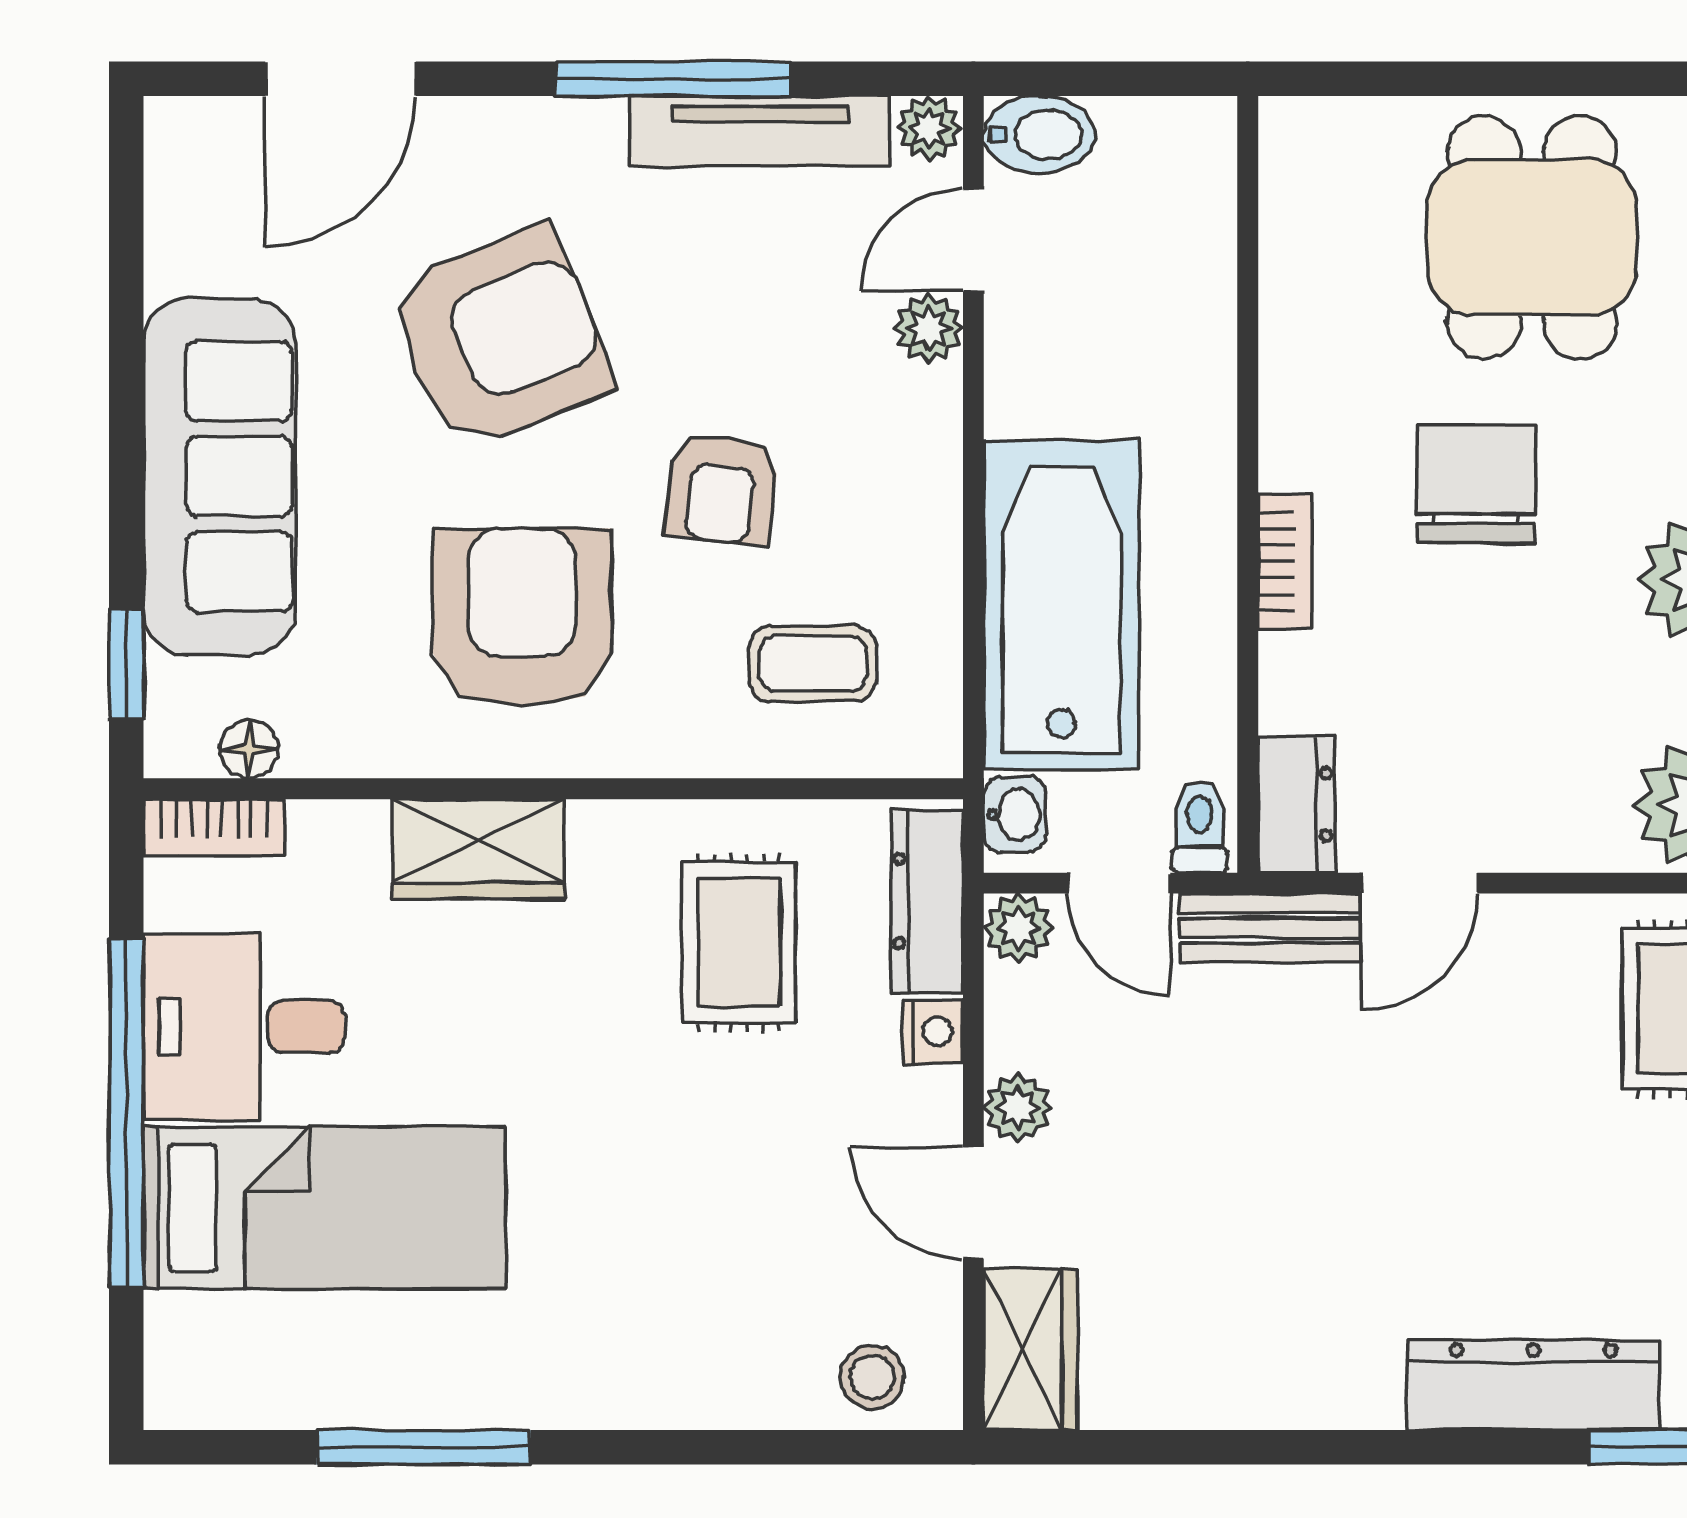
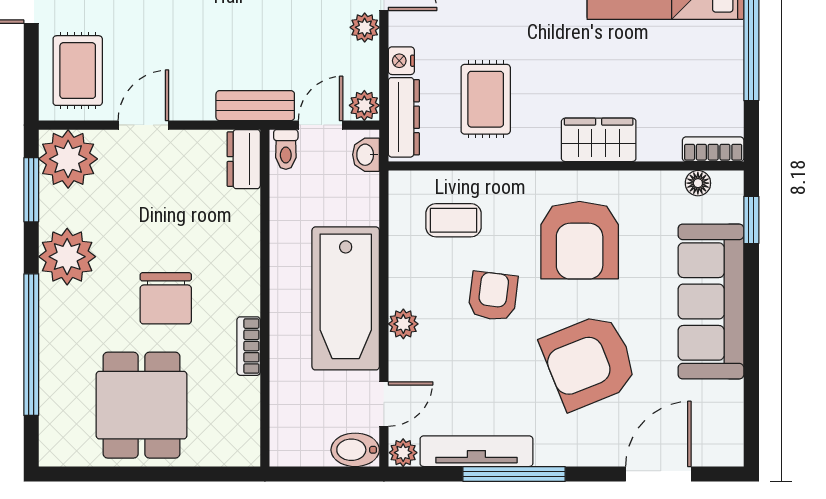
plant: (929, 328) -> (403, 324), moved
bookcase: (1285, 561) -> (249, 346), moved
bathtub: (1061, 605) -> (346, 298), moved
door: (1119, 883) -> (321, 125), hinge flipped
door: (1419, 883) -> (143, 125), moved
desk: (244, 1027) -> (700, 63), removed

